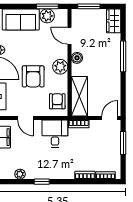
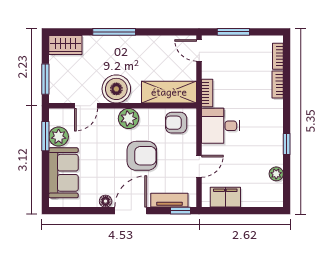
boiler: (77, 58) -> (116, 89), width x1.86, depth x1.86

